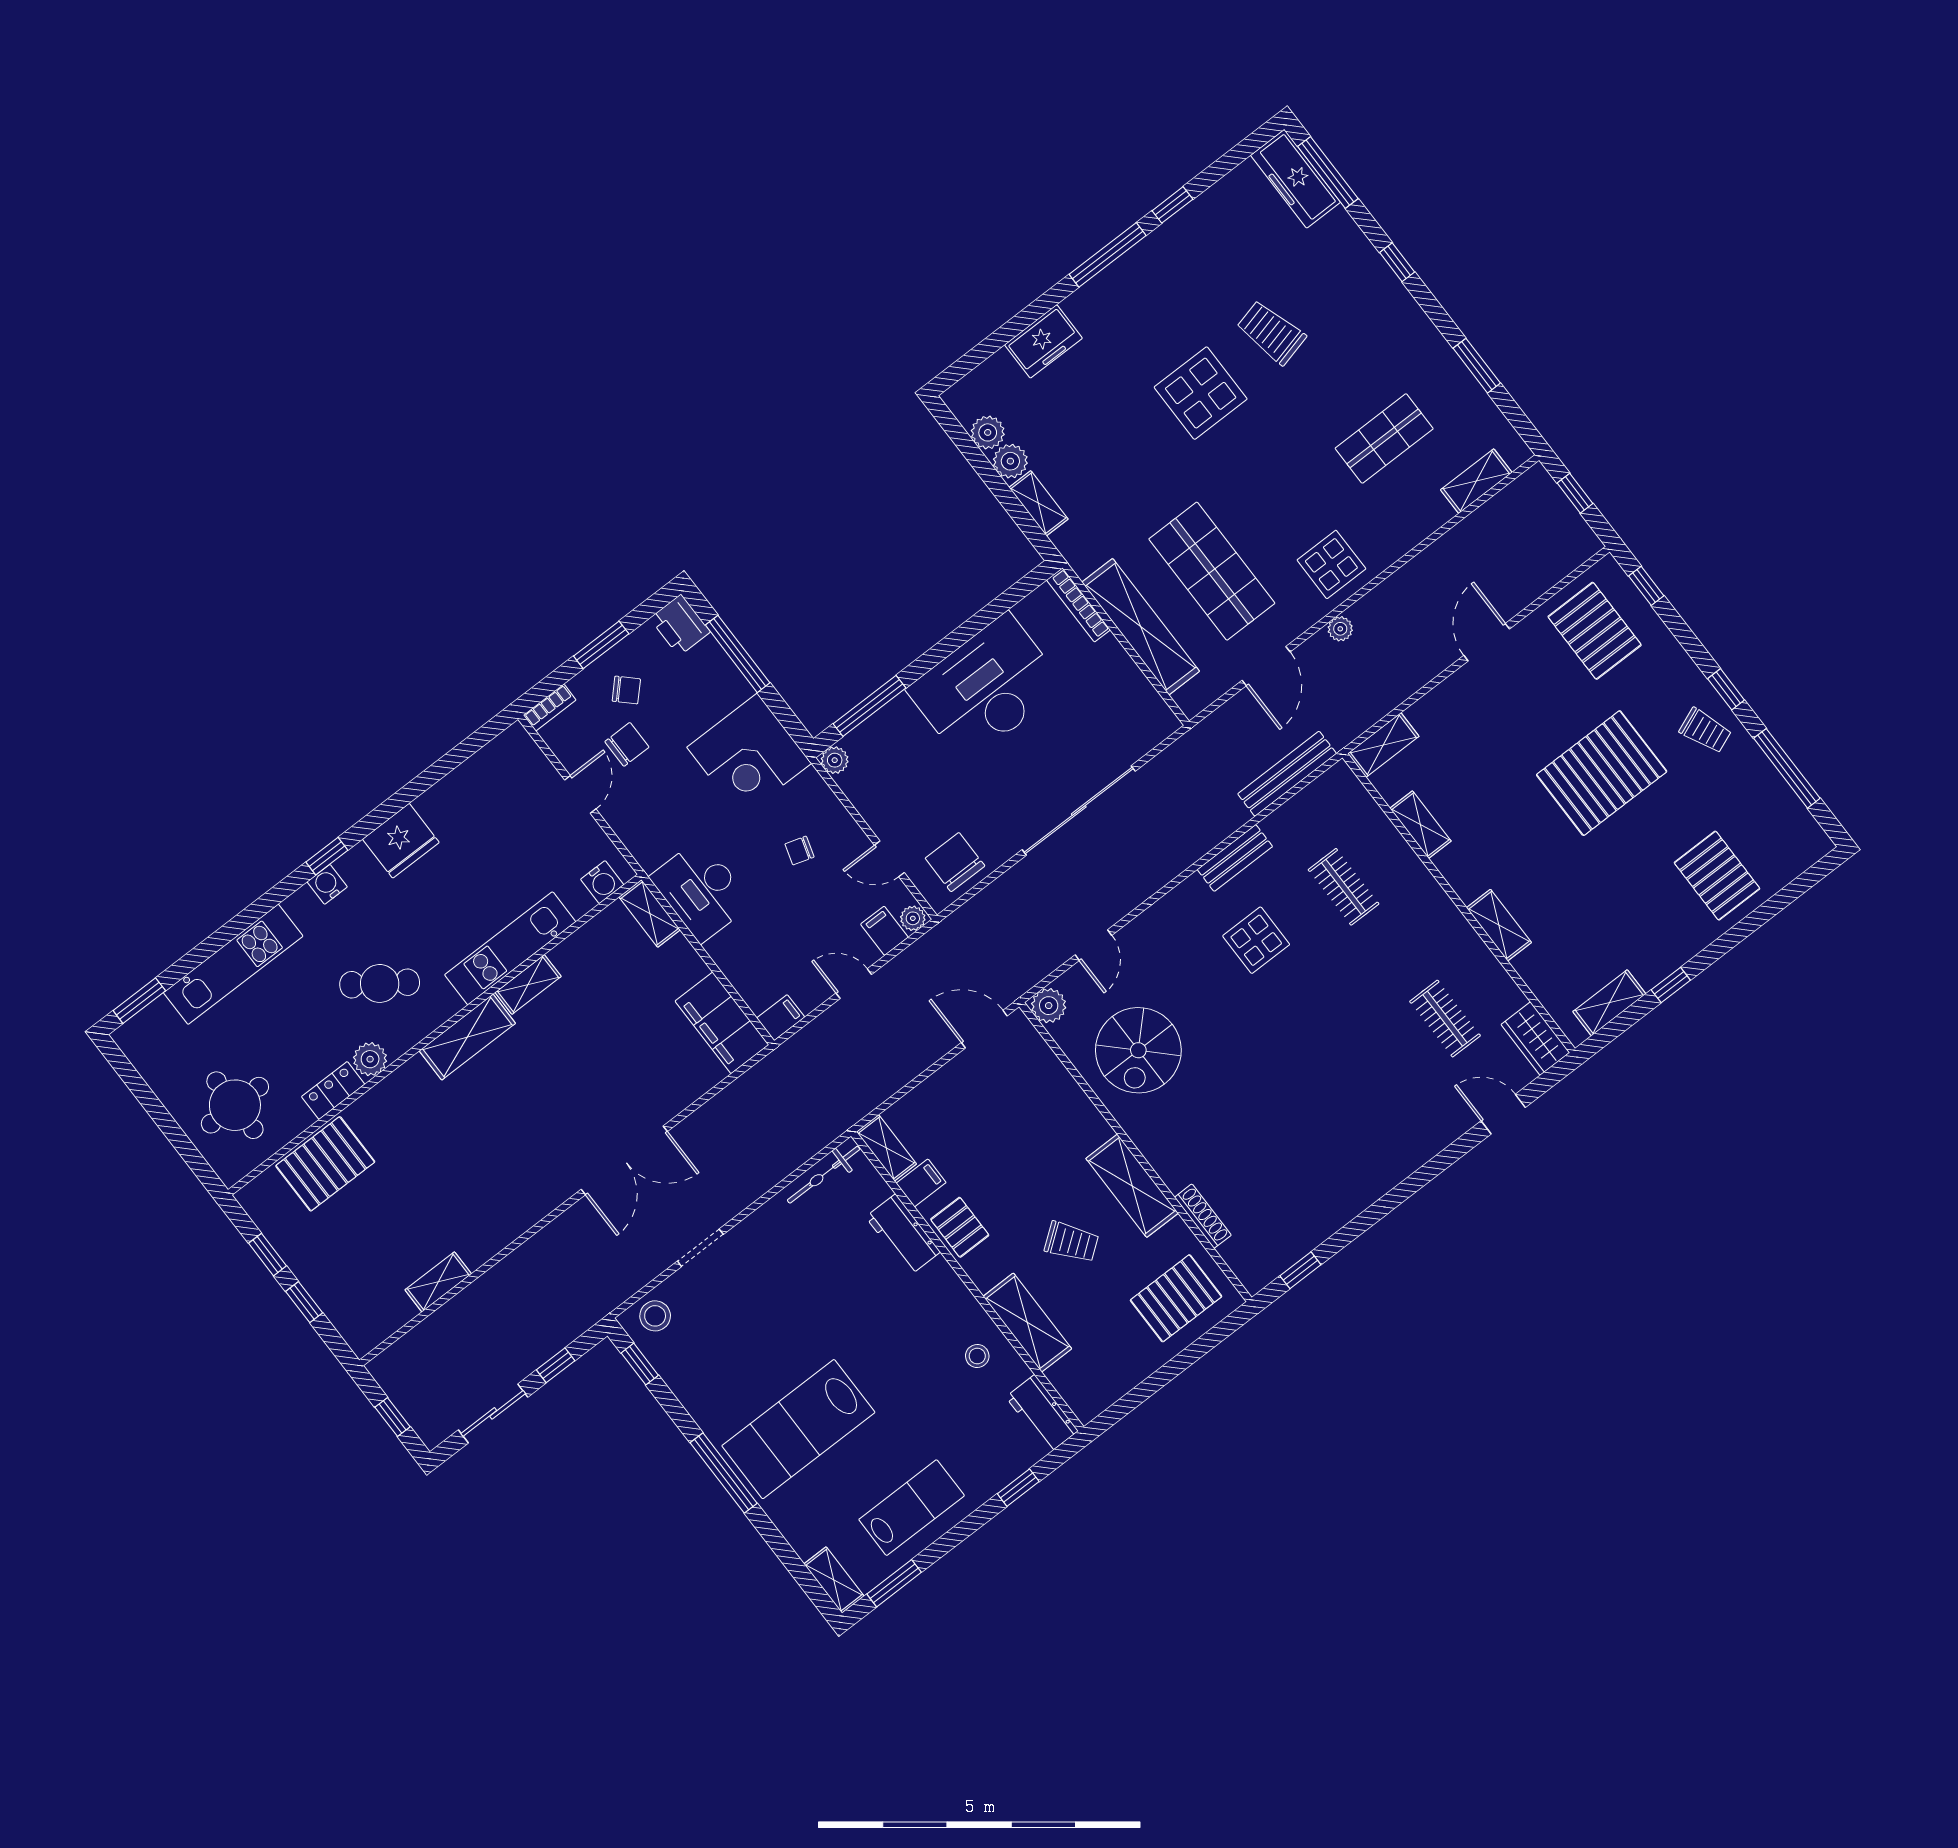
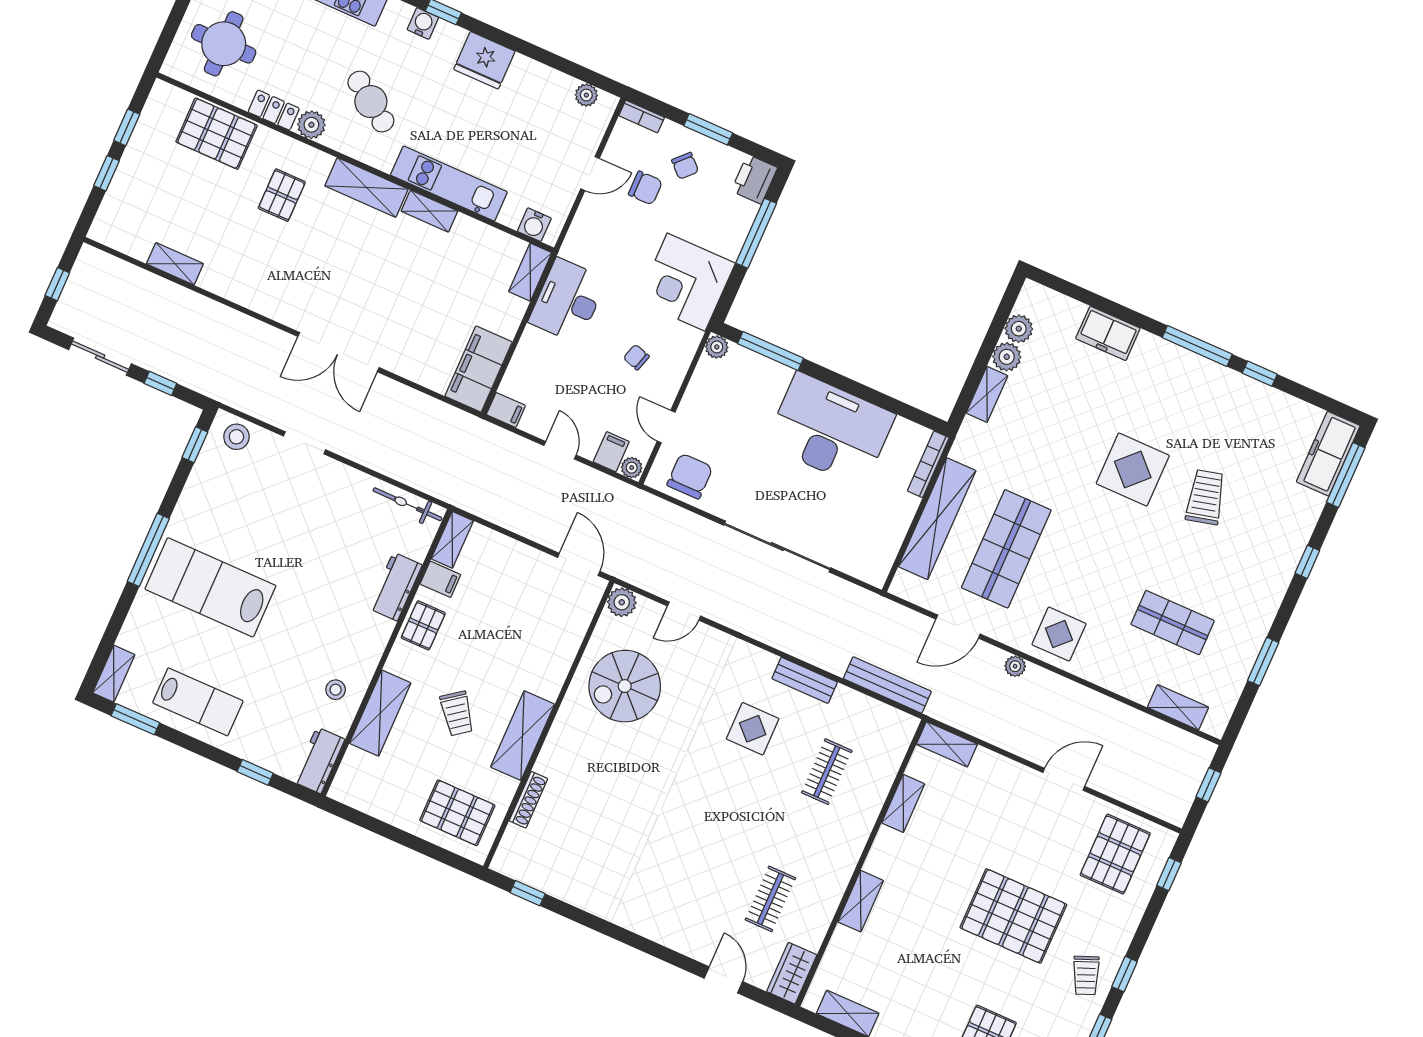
plant: (496, 753) -> (586, 95), added
pallet: (427, 1130) -> (282, 195), added

